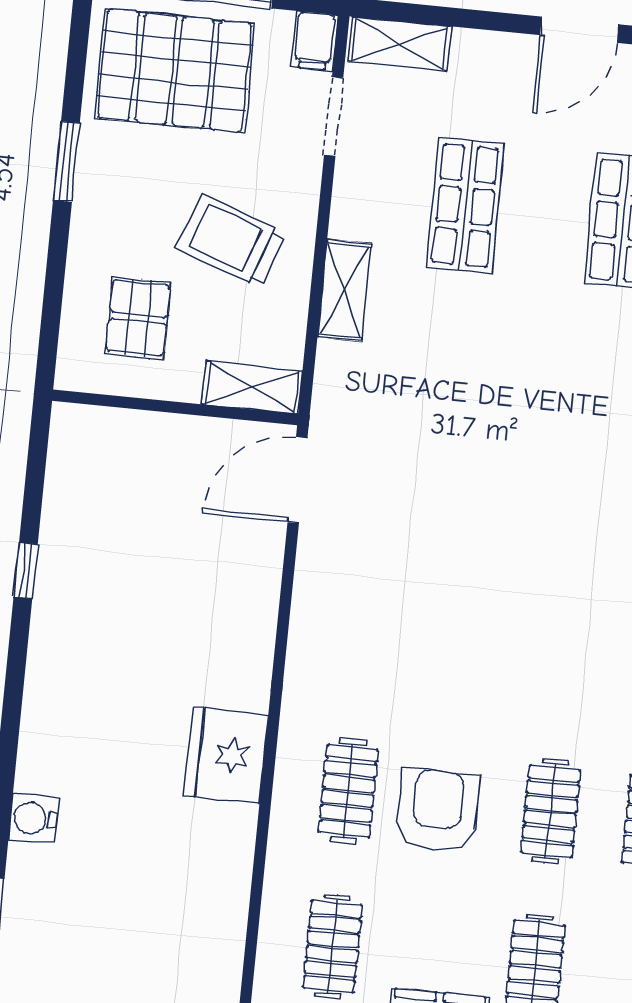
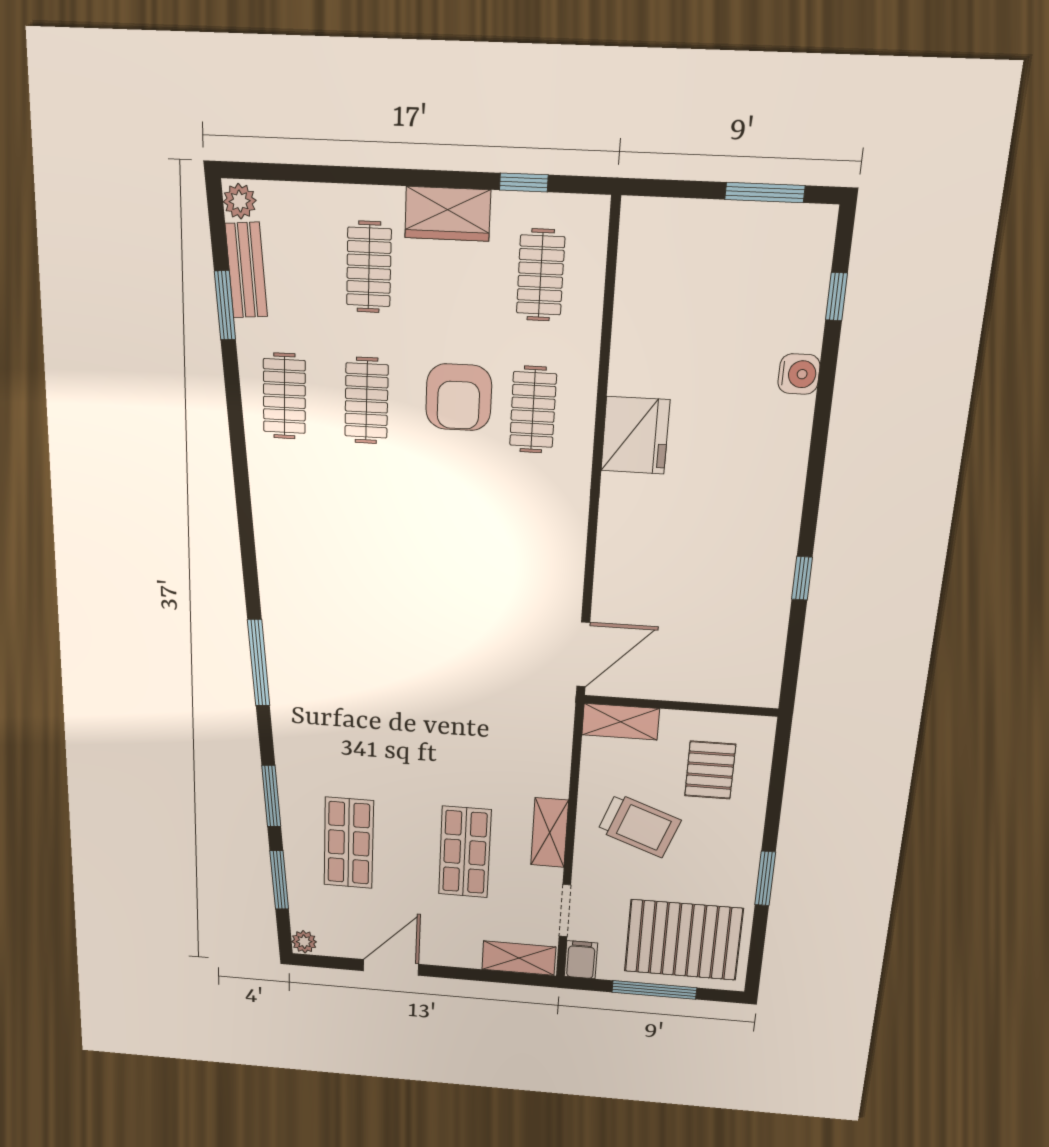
shelving: (344, 290) -> (550, 833), moved

